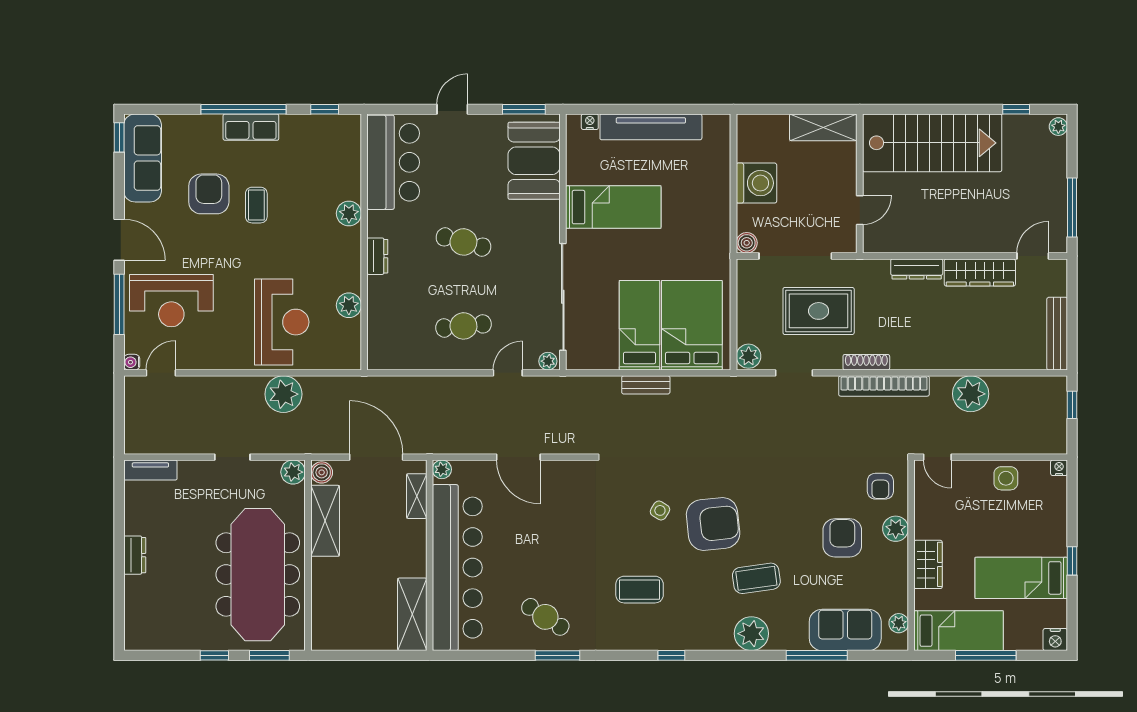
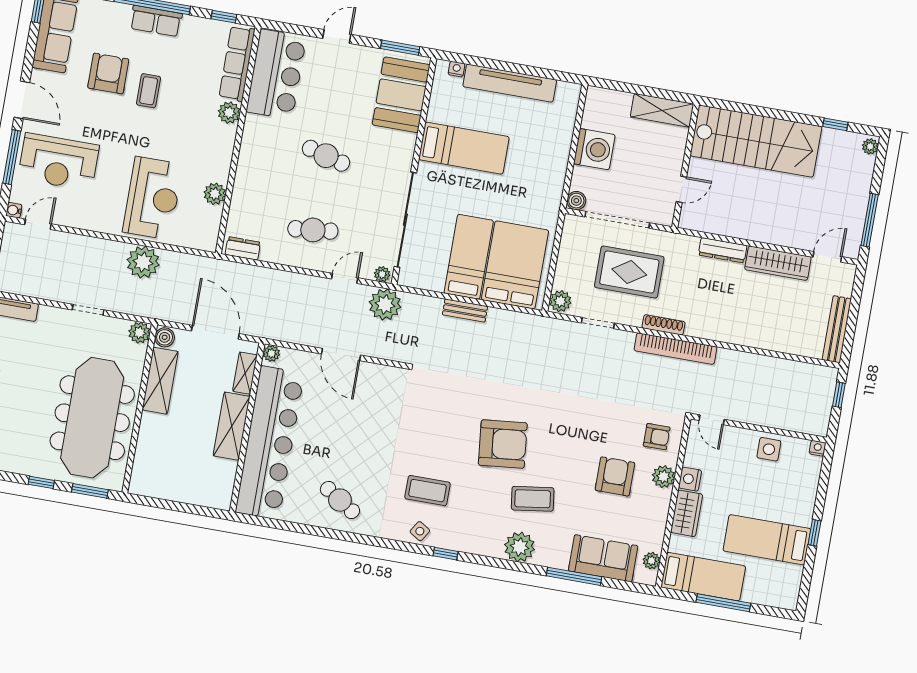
row of seats: (348, 158) -> (237, 63), added
dresser: (377, 256) -> (243, 248), moved, turned -90
plant: (971, 394) -> (385, 304), moved
armchair: (880, 486) -> (657, 437), turned -90
side table: (660, 510) -> (420, 531), moved
shelving: (412, 614) -> (232, 426), moved
nightstand: (1055, 640) -> (690, 479), moved, turned 90
window: (557, 655) -> (345, 536), removed

